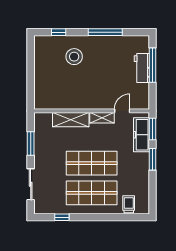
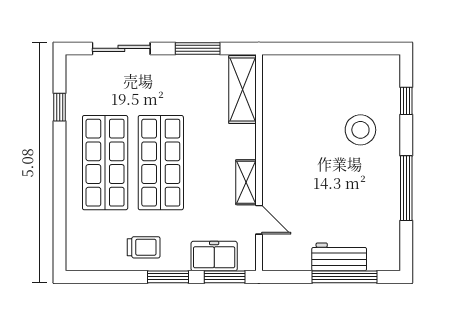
shelving: (71, 120) -> (242, 89), moved
freezer: (141, 135) -> (214, 256), width x0.71
trolley: (129, 204) -> (144, 247), moved

